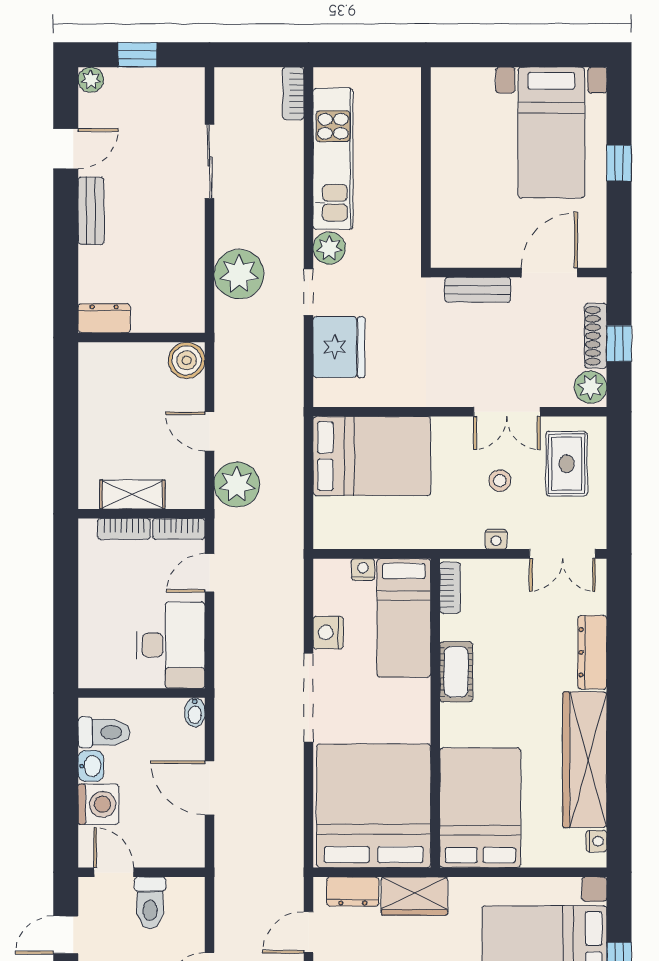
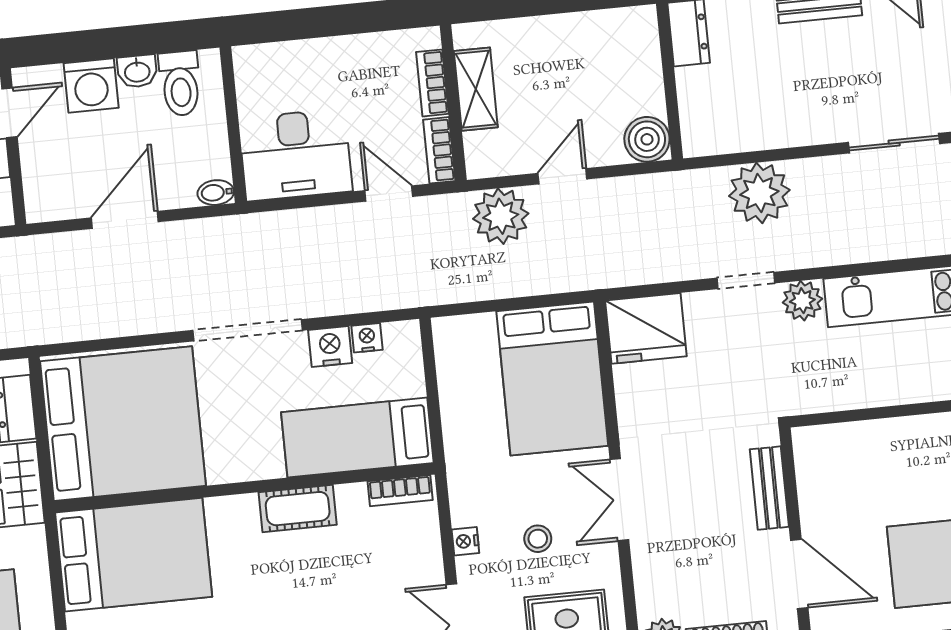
fridge: (339, 347) -> (646, 328), moved
double door: (507, 412) -> (619, 500), moved
nightstand: (363, 570) -> (367, 338), moved, turned -90

